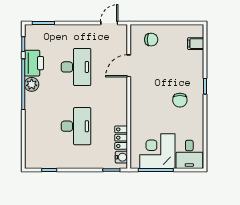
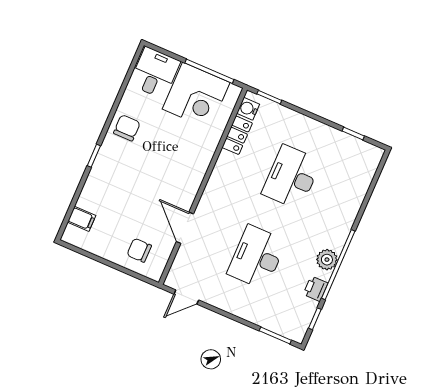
printer: (34, 63) -> (316, 289), width x0.53, depth x0.68
door: (129, 66) -> (185, 228), swing flipped
chair: (180, 100) -> (127, 128), moved

